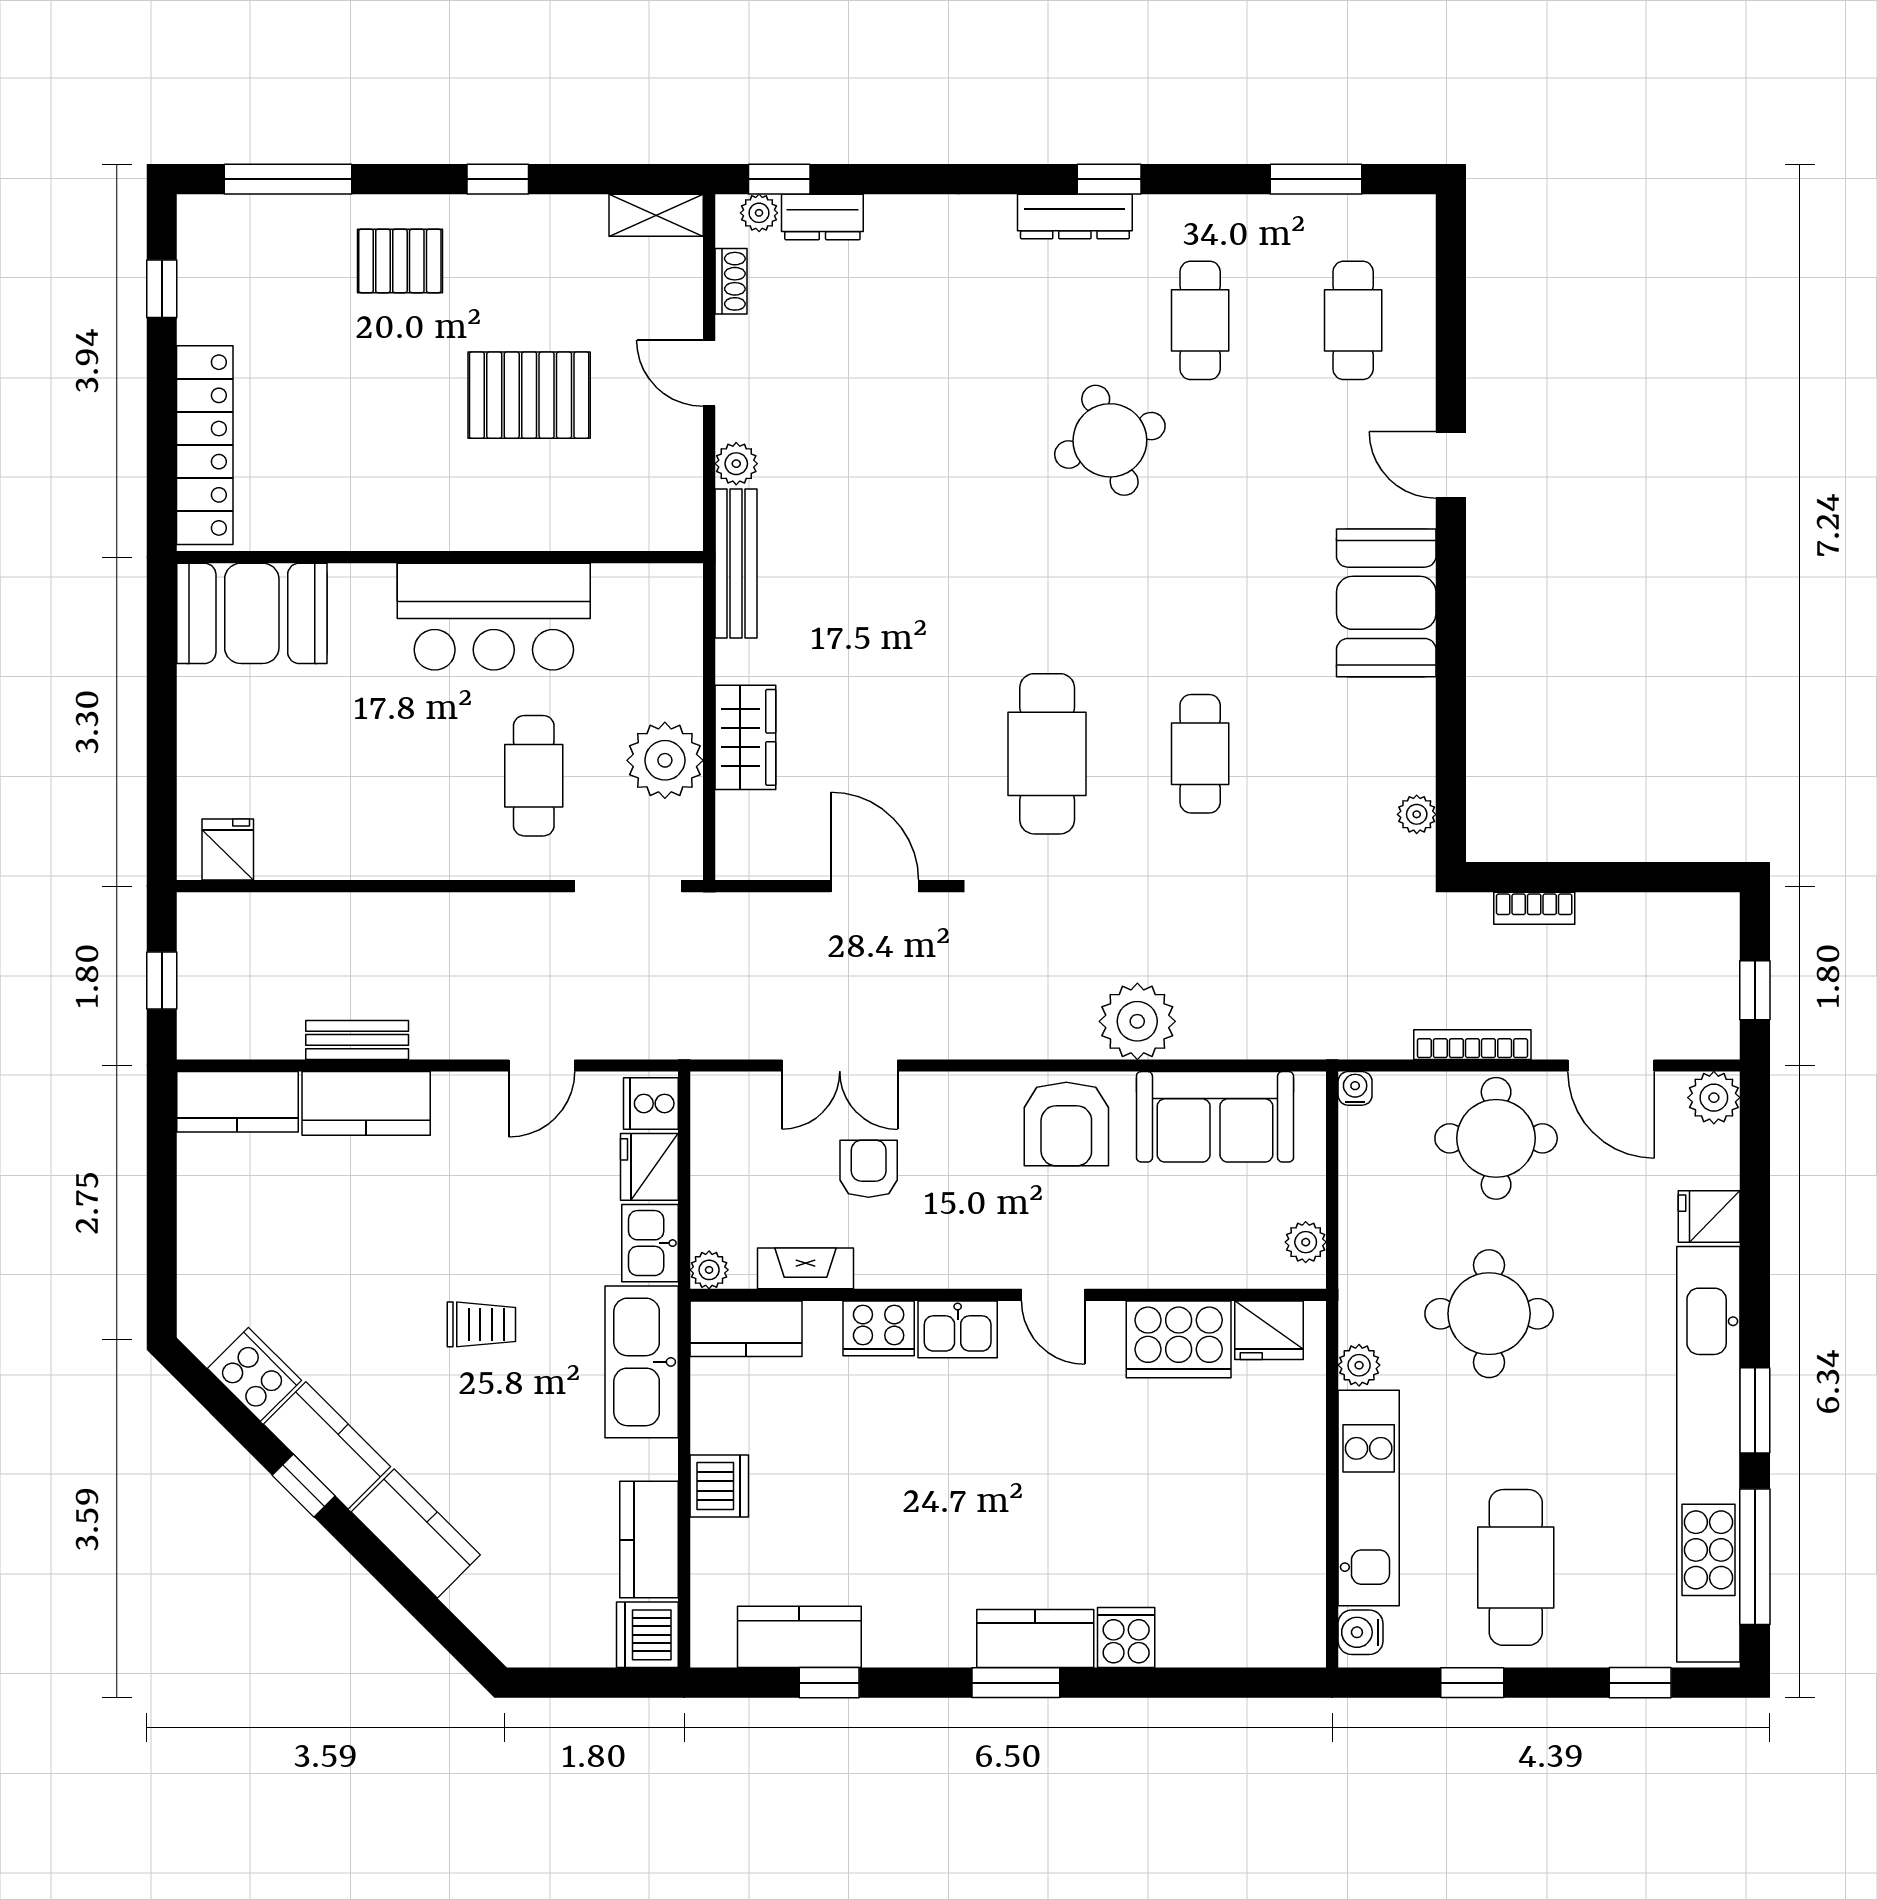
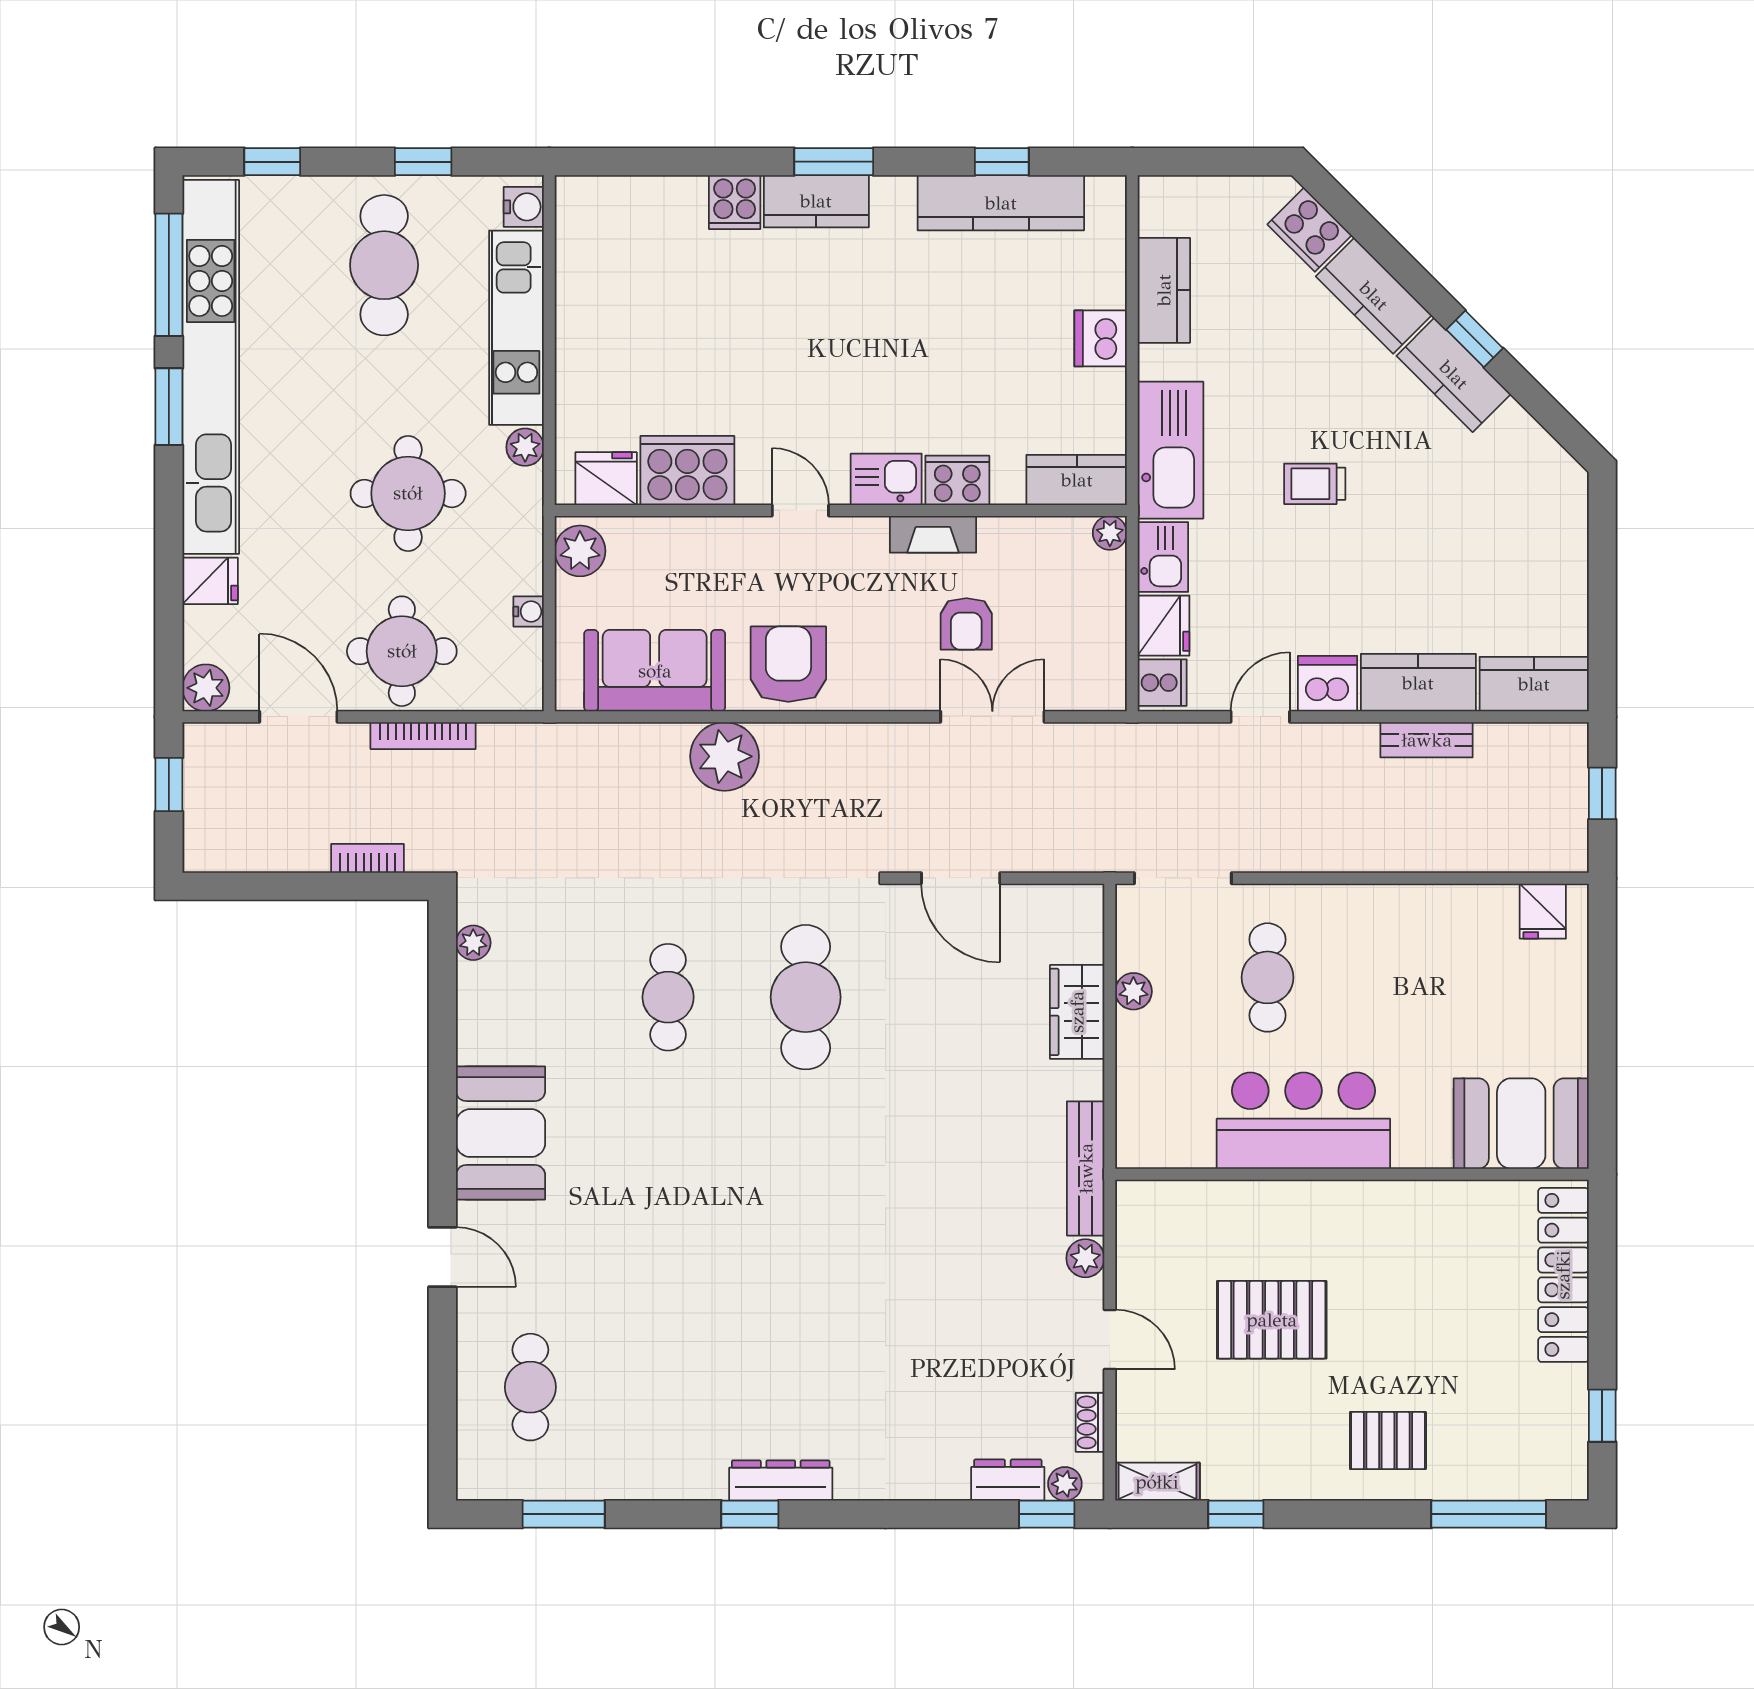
window: (498, 179) -> (1236, 1514), moved
cafe table: (1200, 320) -> (668, 1387), removed
round table: (1110, 440) -> (749, 1279), removed
plant: (665, 760) -> (1133, 991), width x0.53, depth x0.53
water cooler: (1355, 1088) -> (529, 612), moved, turned -90
plant: (1306, 1242) -> (580, 551), width x1.38, depth x1.38
fireplace: (805, 1268) -> (933, 534), moved
cooker: (254, 1374) -> (1310, 230), moved
dishwasher: (647, 1635) -> (1328, 684), moved, turned -90
kitchen counter: (799, 1637) -> (1001, 203), width x1.50

